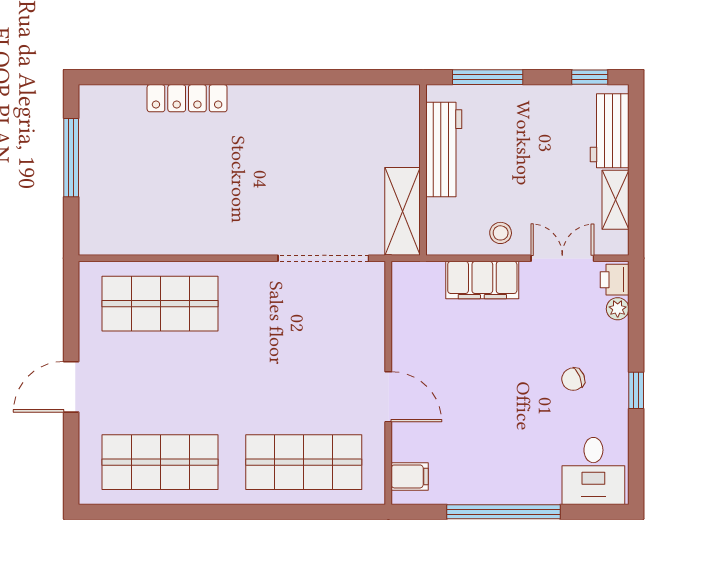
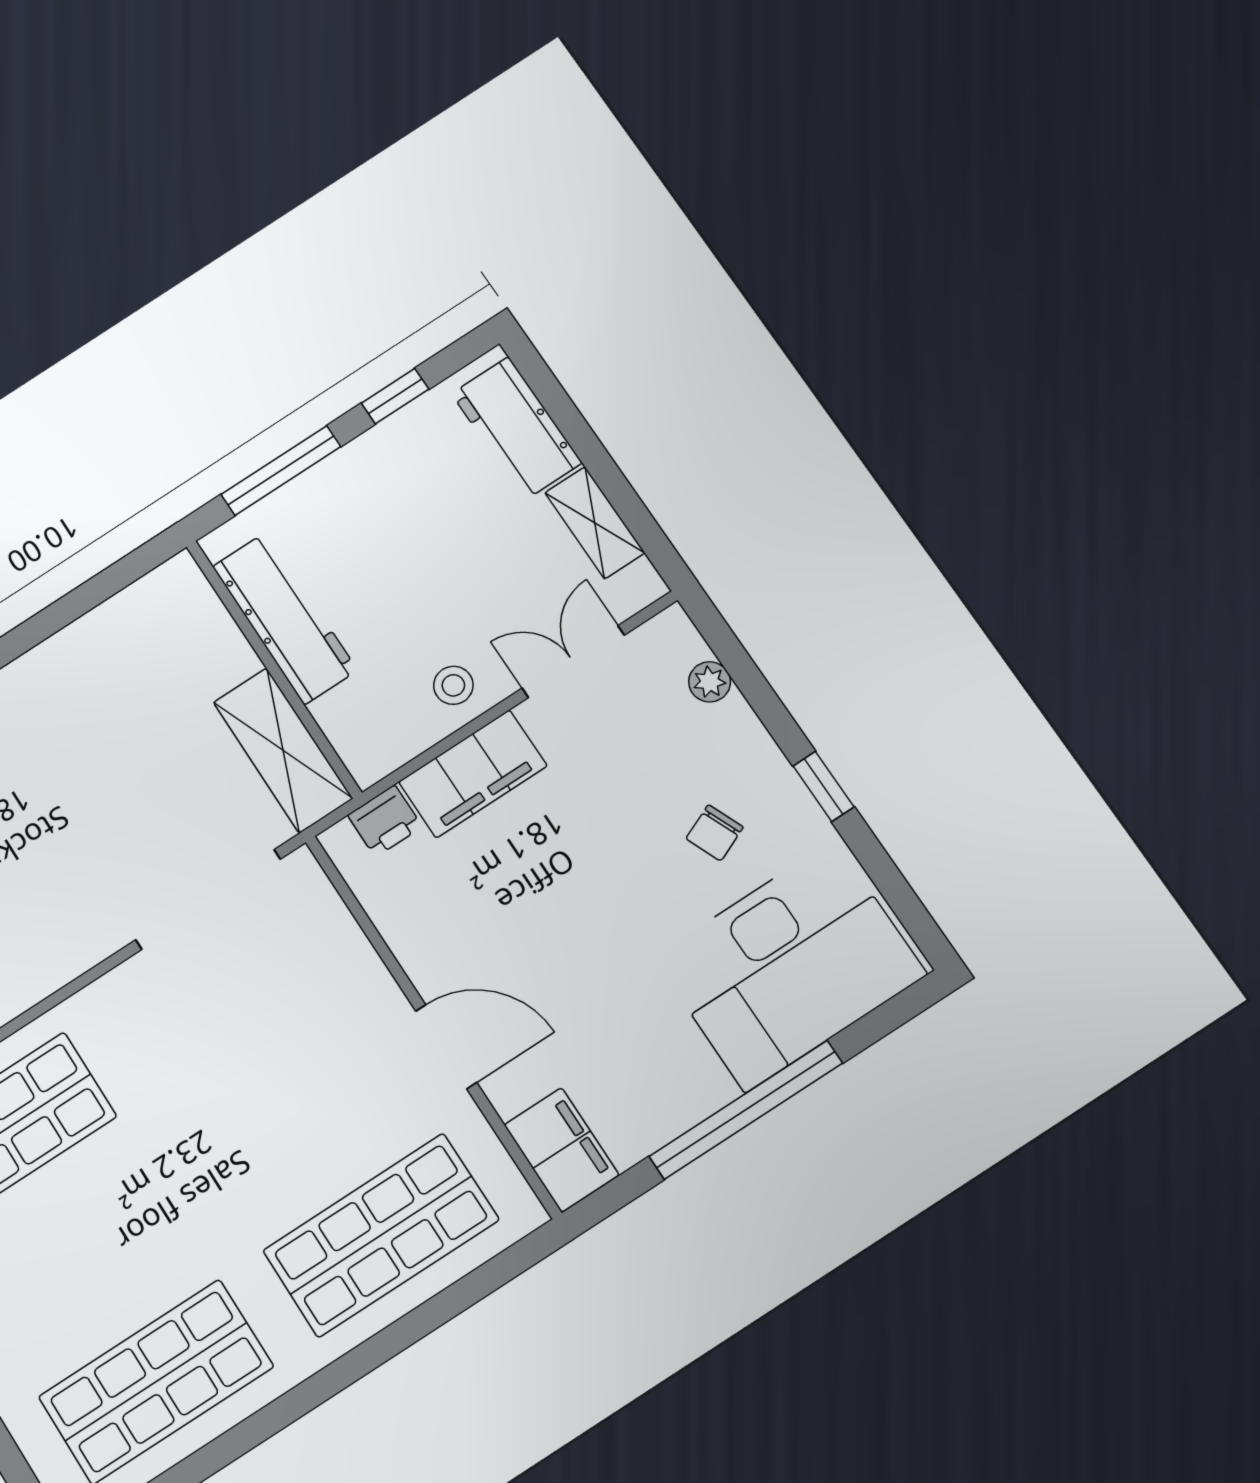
window: (590, 77) -> (395, 396), moved
printer: (615, 280) -> (385, 821), moved, turned -90
desk: (593, 471) -> (790, 966), width x1.87, depth x1.30
filing cabinet: (410, 476) -> (561, 1150), width x2.00

